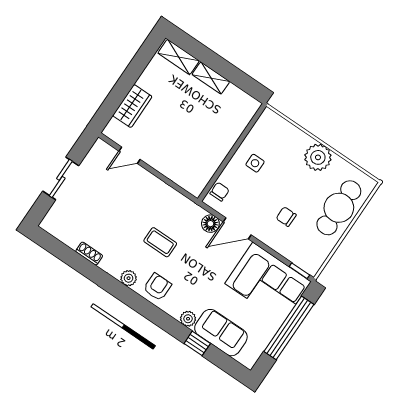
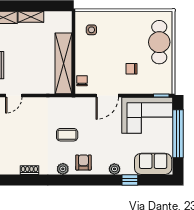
shelving: (212, 157) -> (64, 63), added
plant: (318, 157) -> (127, 21), removed
side table: (255, 163) -> (91, 30), moved
floor lamp: (210, 224) -> (89, 103), removed
sofa: (221, 333) -> (153, 164), moved

